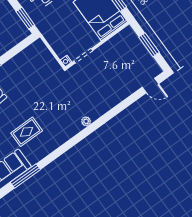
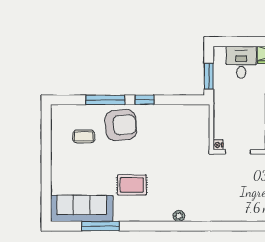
plant: (86, 121) -> (179, 216), moved

